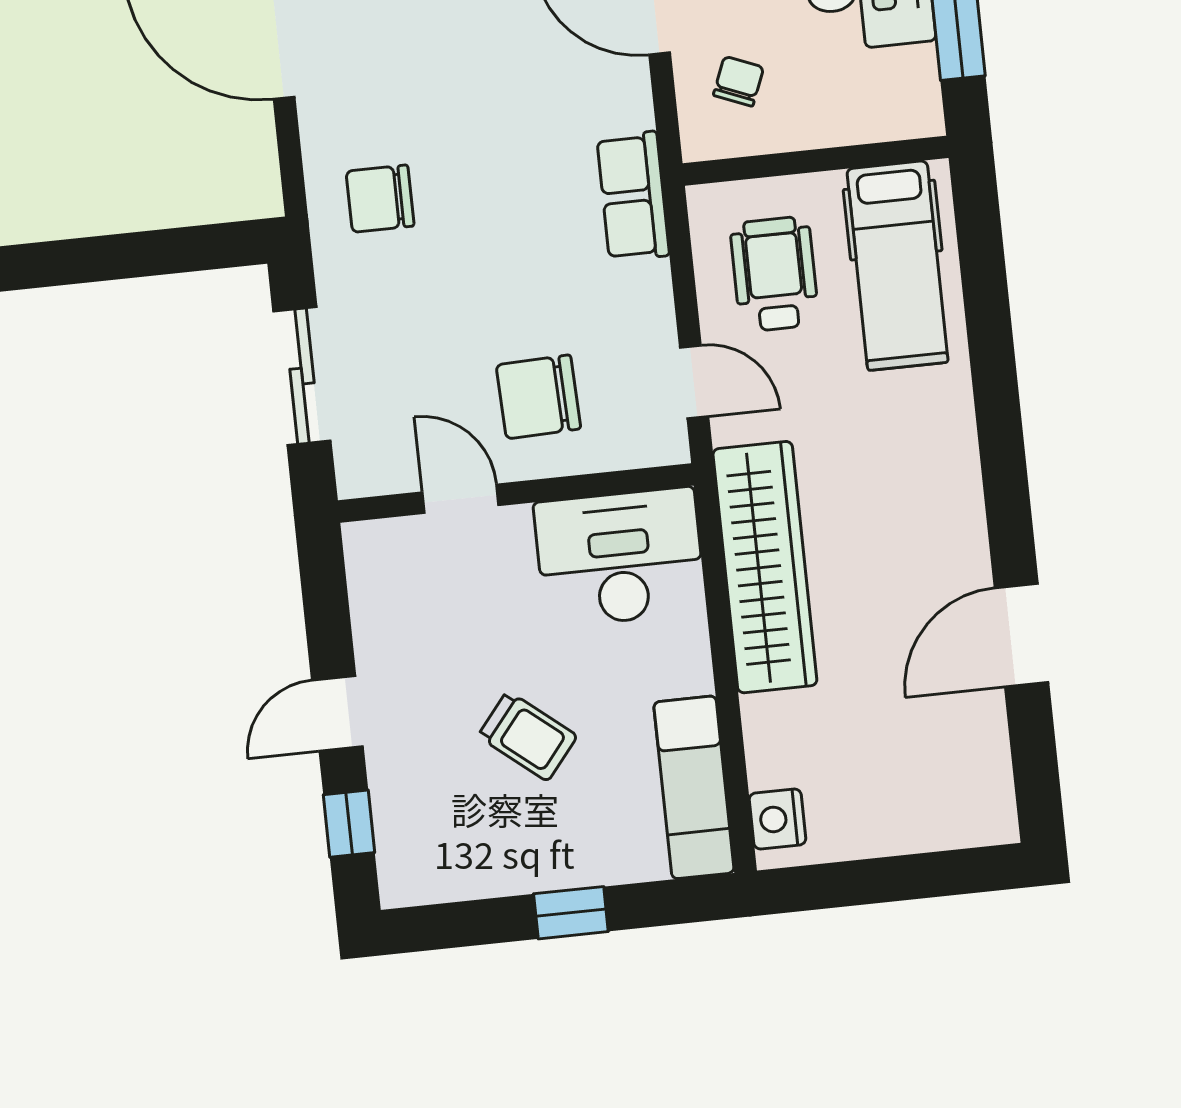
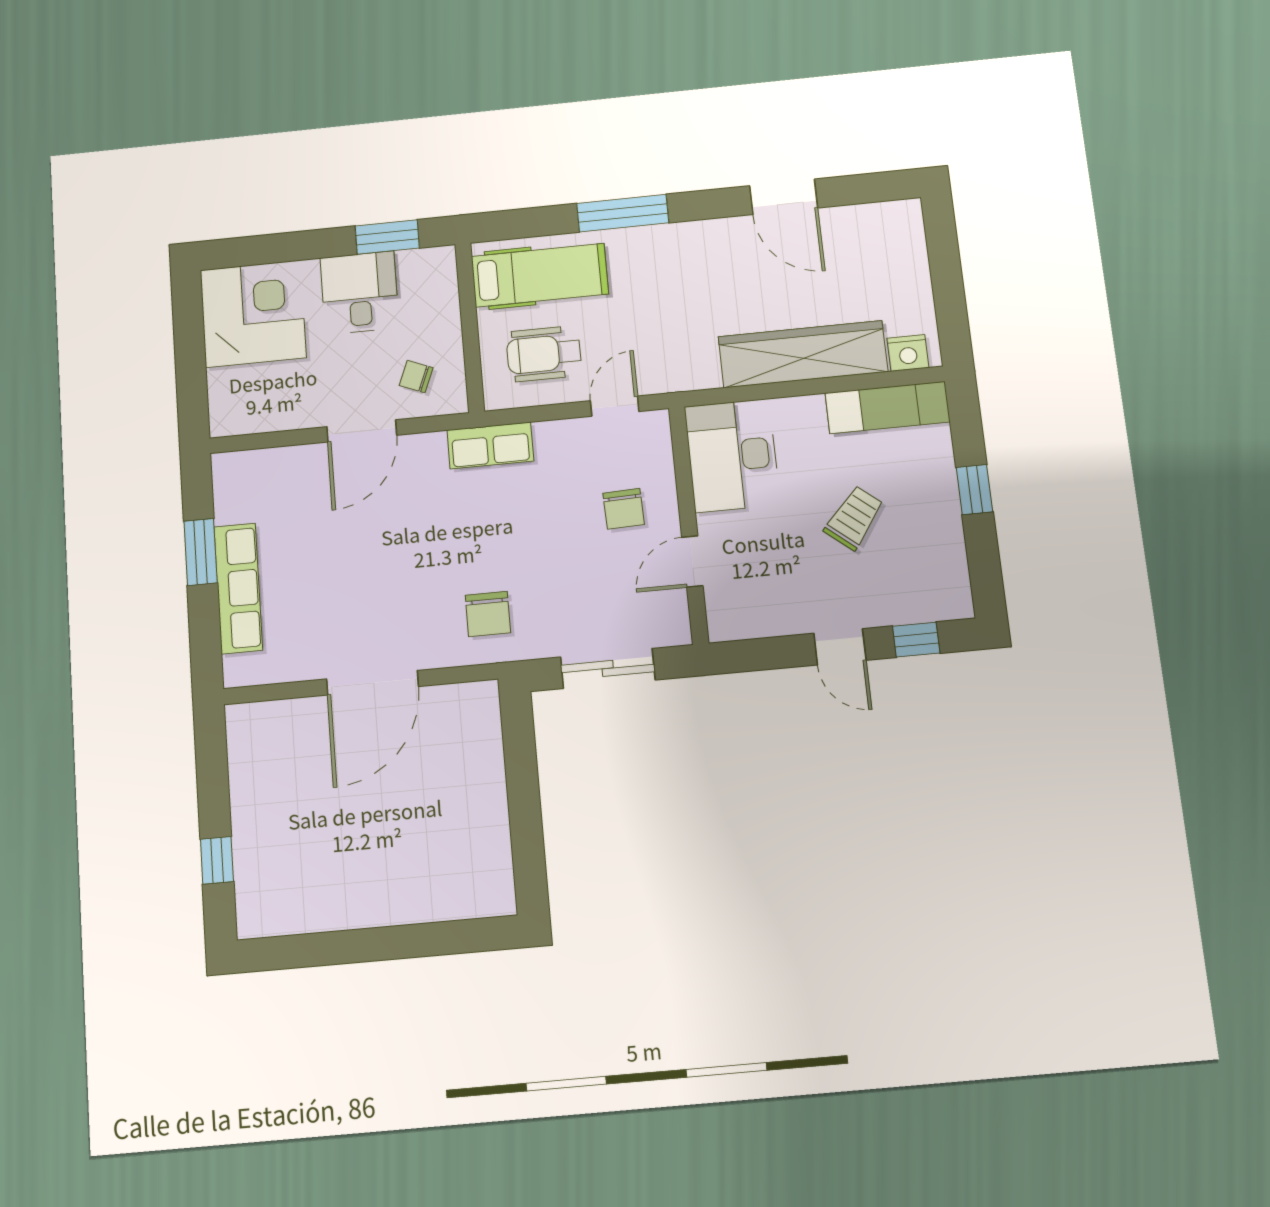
window: (996, 391) -> (623, 213), added
chair: (538, 397) -> (624, 509), width x0.73, depth x0.73
wardrobe: (765, 567) -> (803, 354), moved

